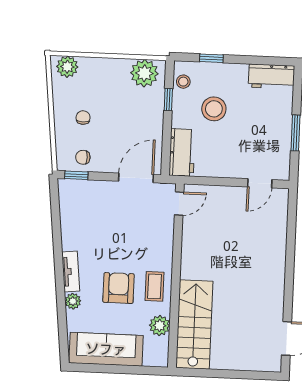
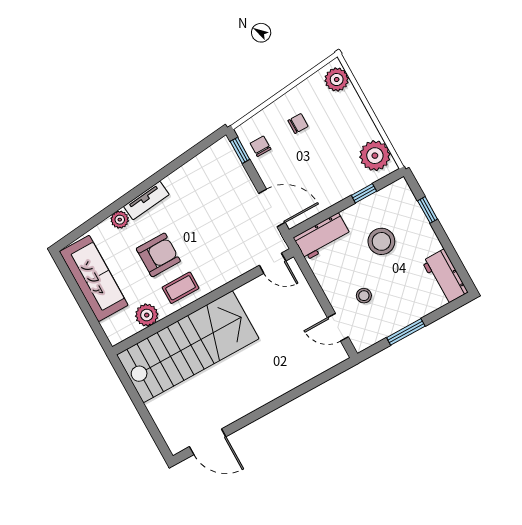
stool: (183, 82) -> (364, 296), moved
stairs: (194, 324) -> (188, 347), width x1.36, depth x1.51

